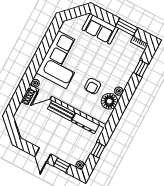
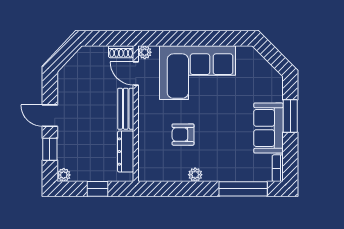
window: (126, 27) -> (290, 116), moved
sofa: (100, 29) -> (268, 128), moved
window: (141, 68) -> (243, 189), width x2.17
floor lamp: (109, 101) -> (174, 169), removed
door: (43, 155) -> (50, 116), hinge flipped

